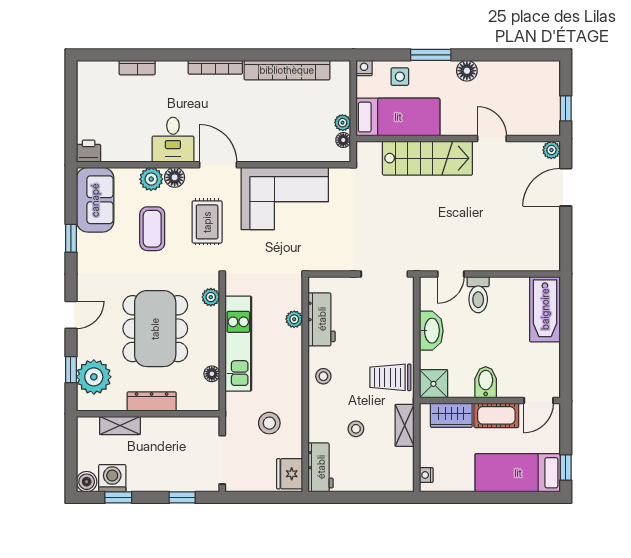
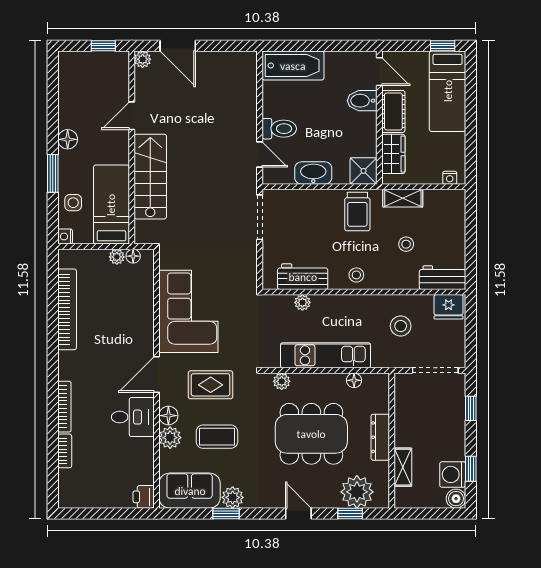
bookcase: (215, 67) -> (64, 407), moved
plant: (88, 245) -> (233, 497), added
bidet: (486, 382) -> (362, 101), moved

